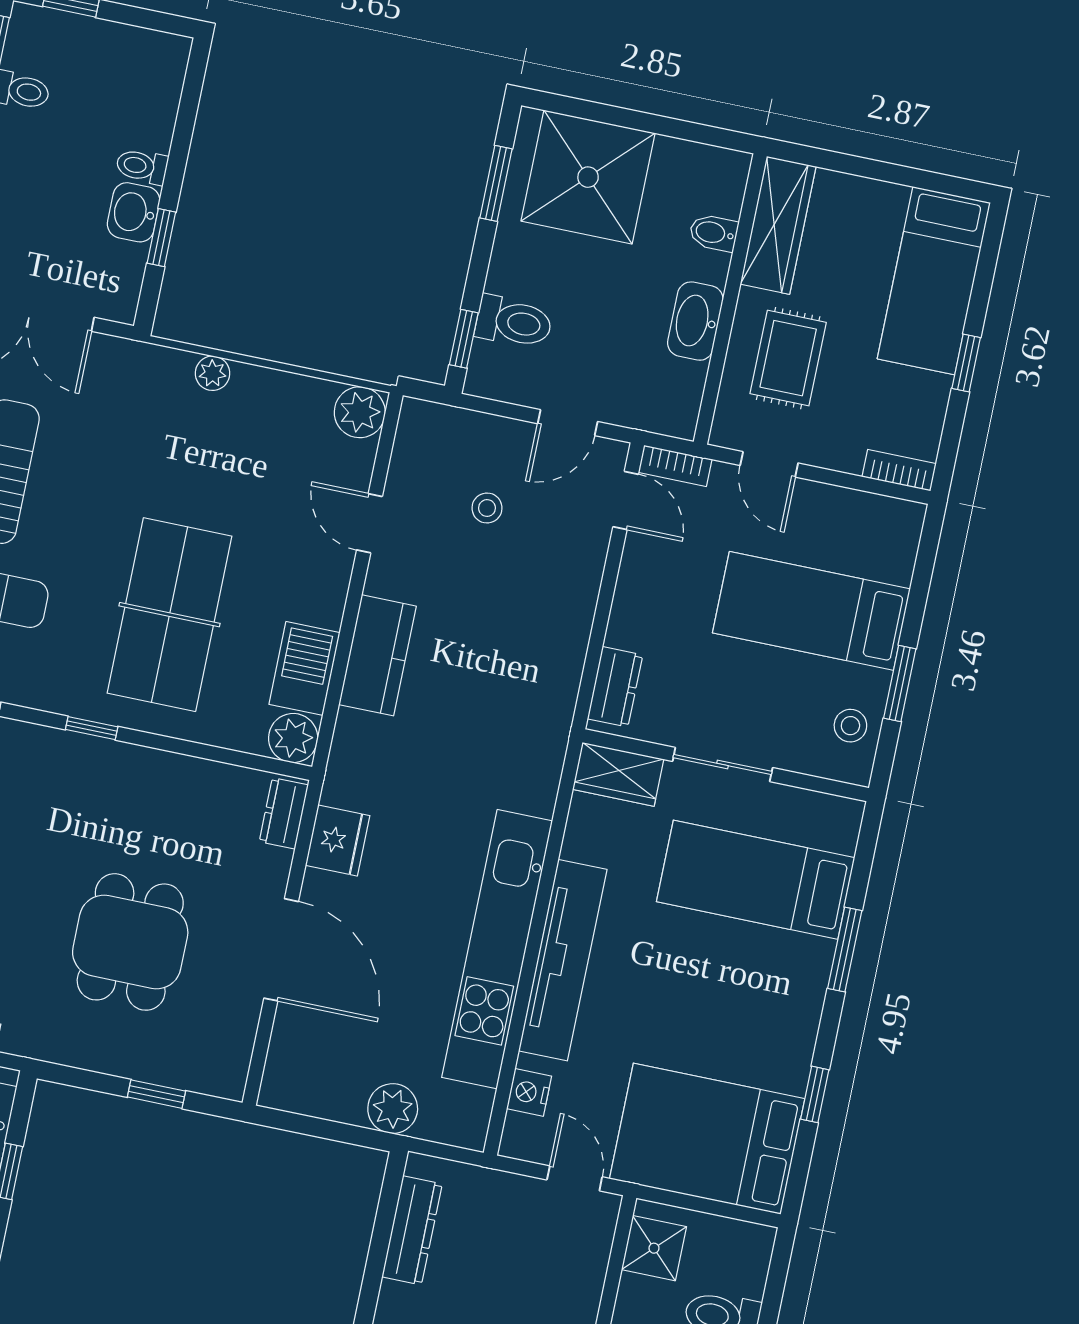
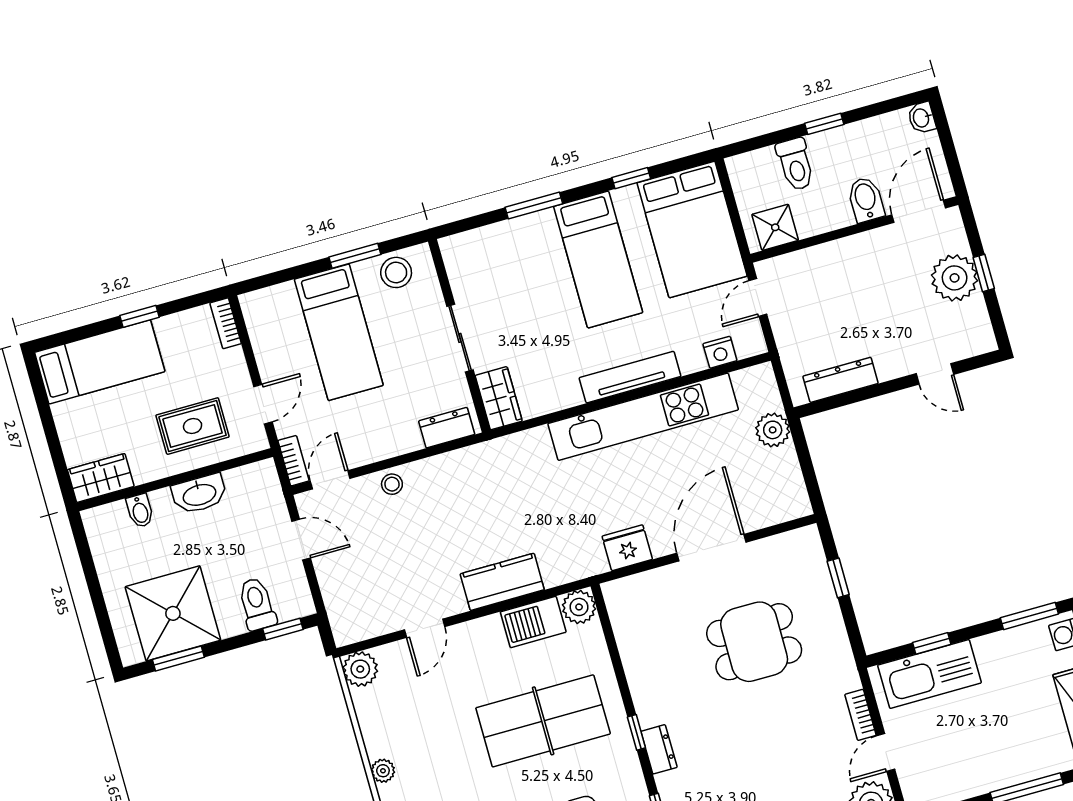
shower: (588, 177) -> (173, 613), moved
wardrobe: (778, 225) -> (101, 478), width x0.67
stool: (487, 508) -> (392, 484), moved
stool: (850, 726) -> (396, 272), width x1.37, depth x1.37
dresser: (284, 813) -> (659, 749), moved, turned -90
bed: (756, 880) -> (598, 259), moved
tv unit: (563, 960) -> (630, 377), width x0.73, depth x0.78

